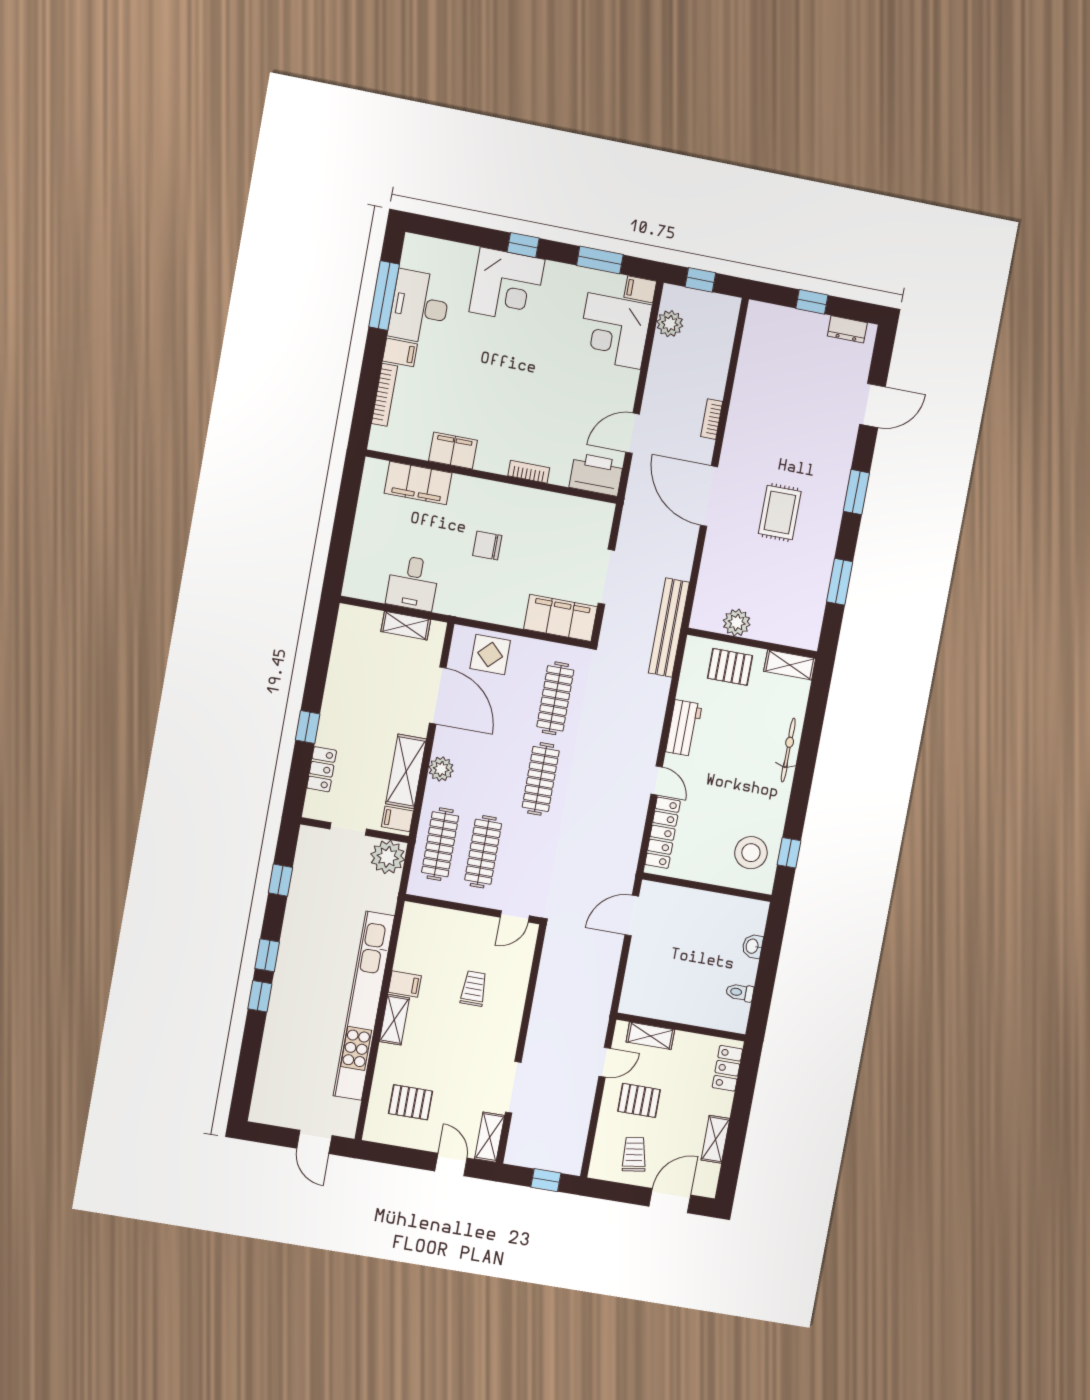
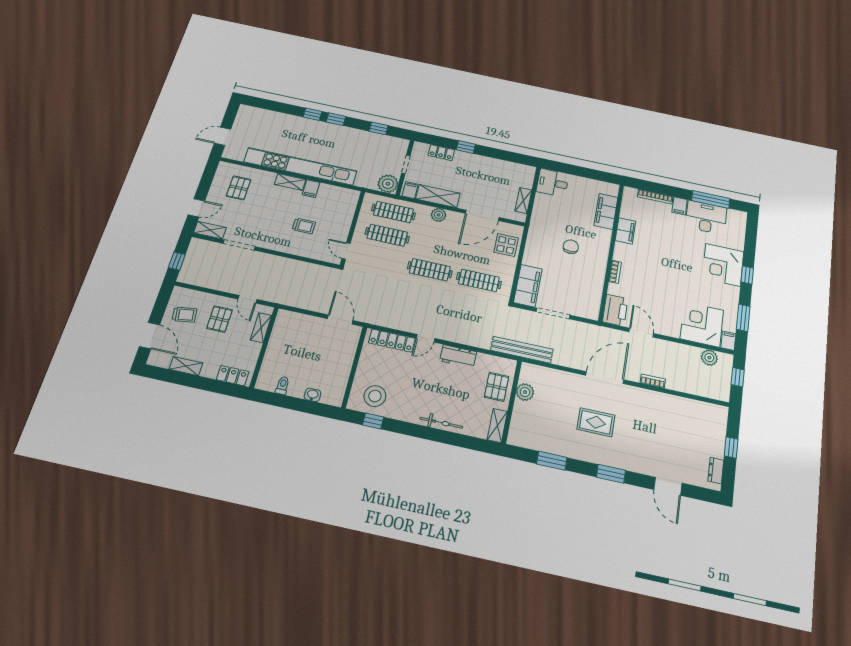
desk: (413, 583) -> (553, 183), moved

